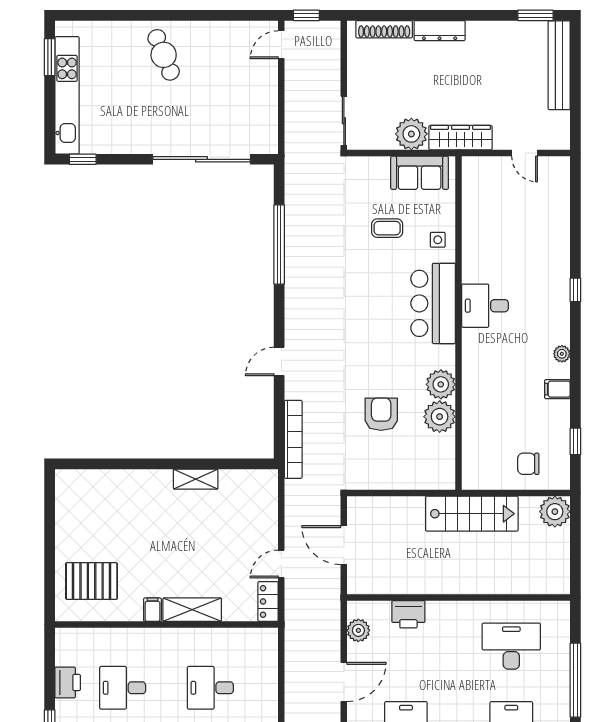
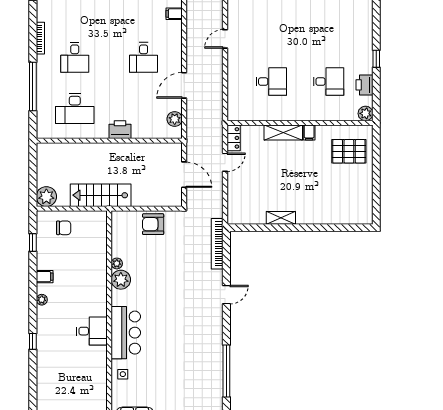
coffee table: (387, 228) -> (156, 382), removed
armchair: (381, 414) -> (153, 224), moved, turned 90
plant: (440, 417) -> (117, 263), width x0.53, depth x0.53
printer: (408, 614) -> (120, 130), moved
plant: (66, 639) -> (366, 113), added

